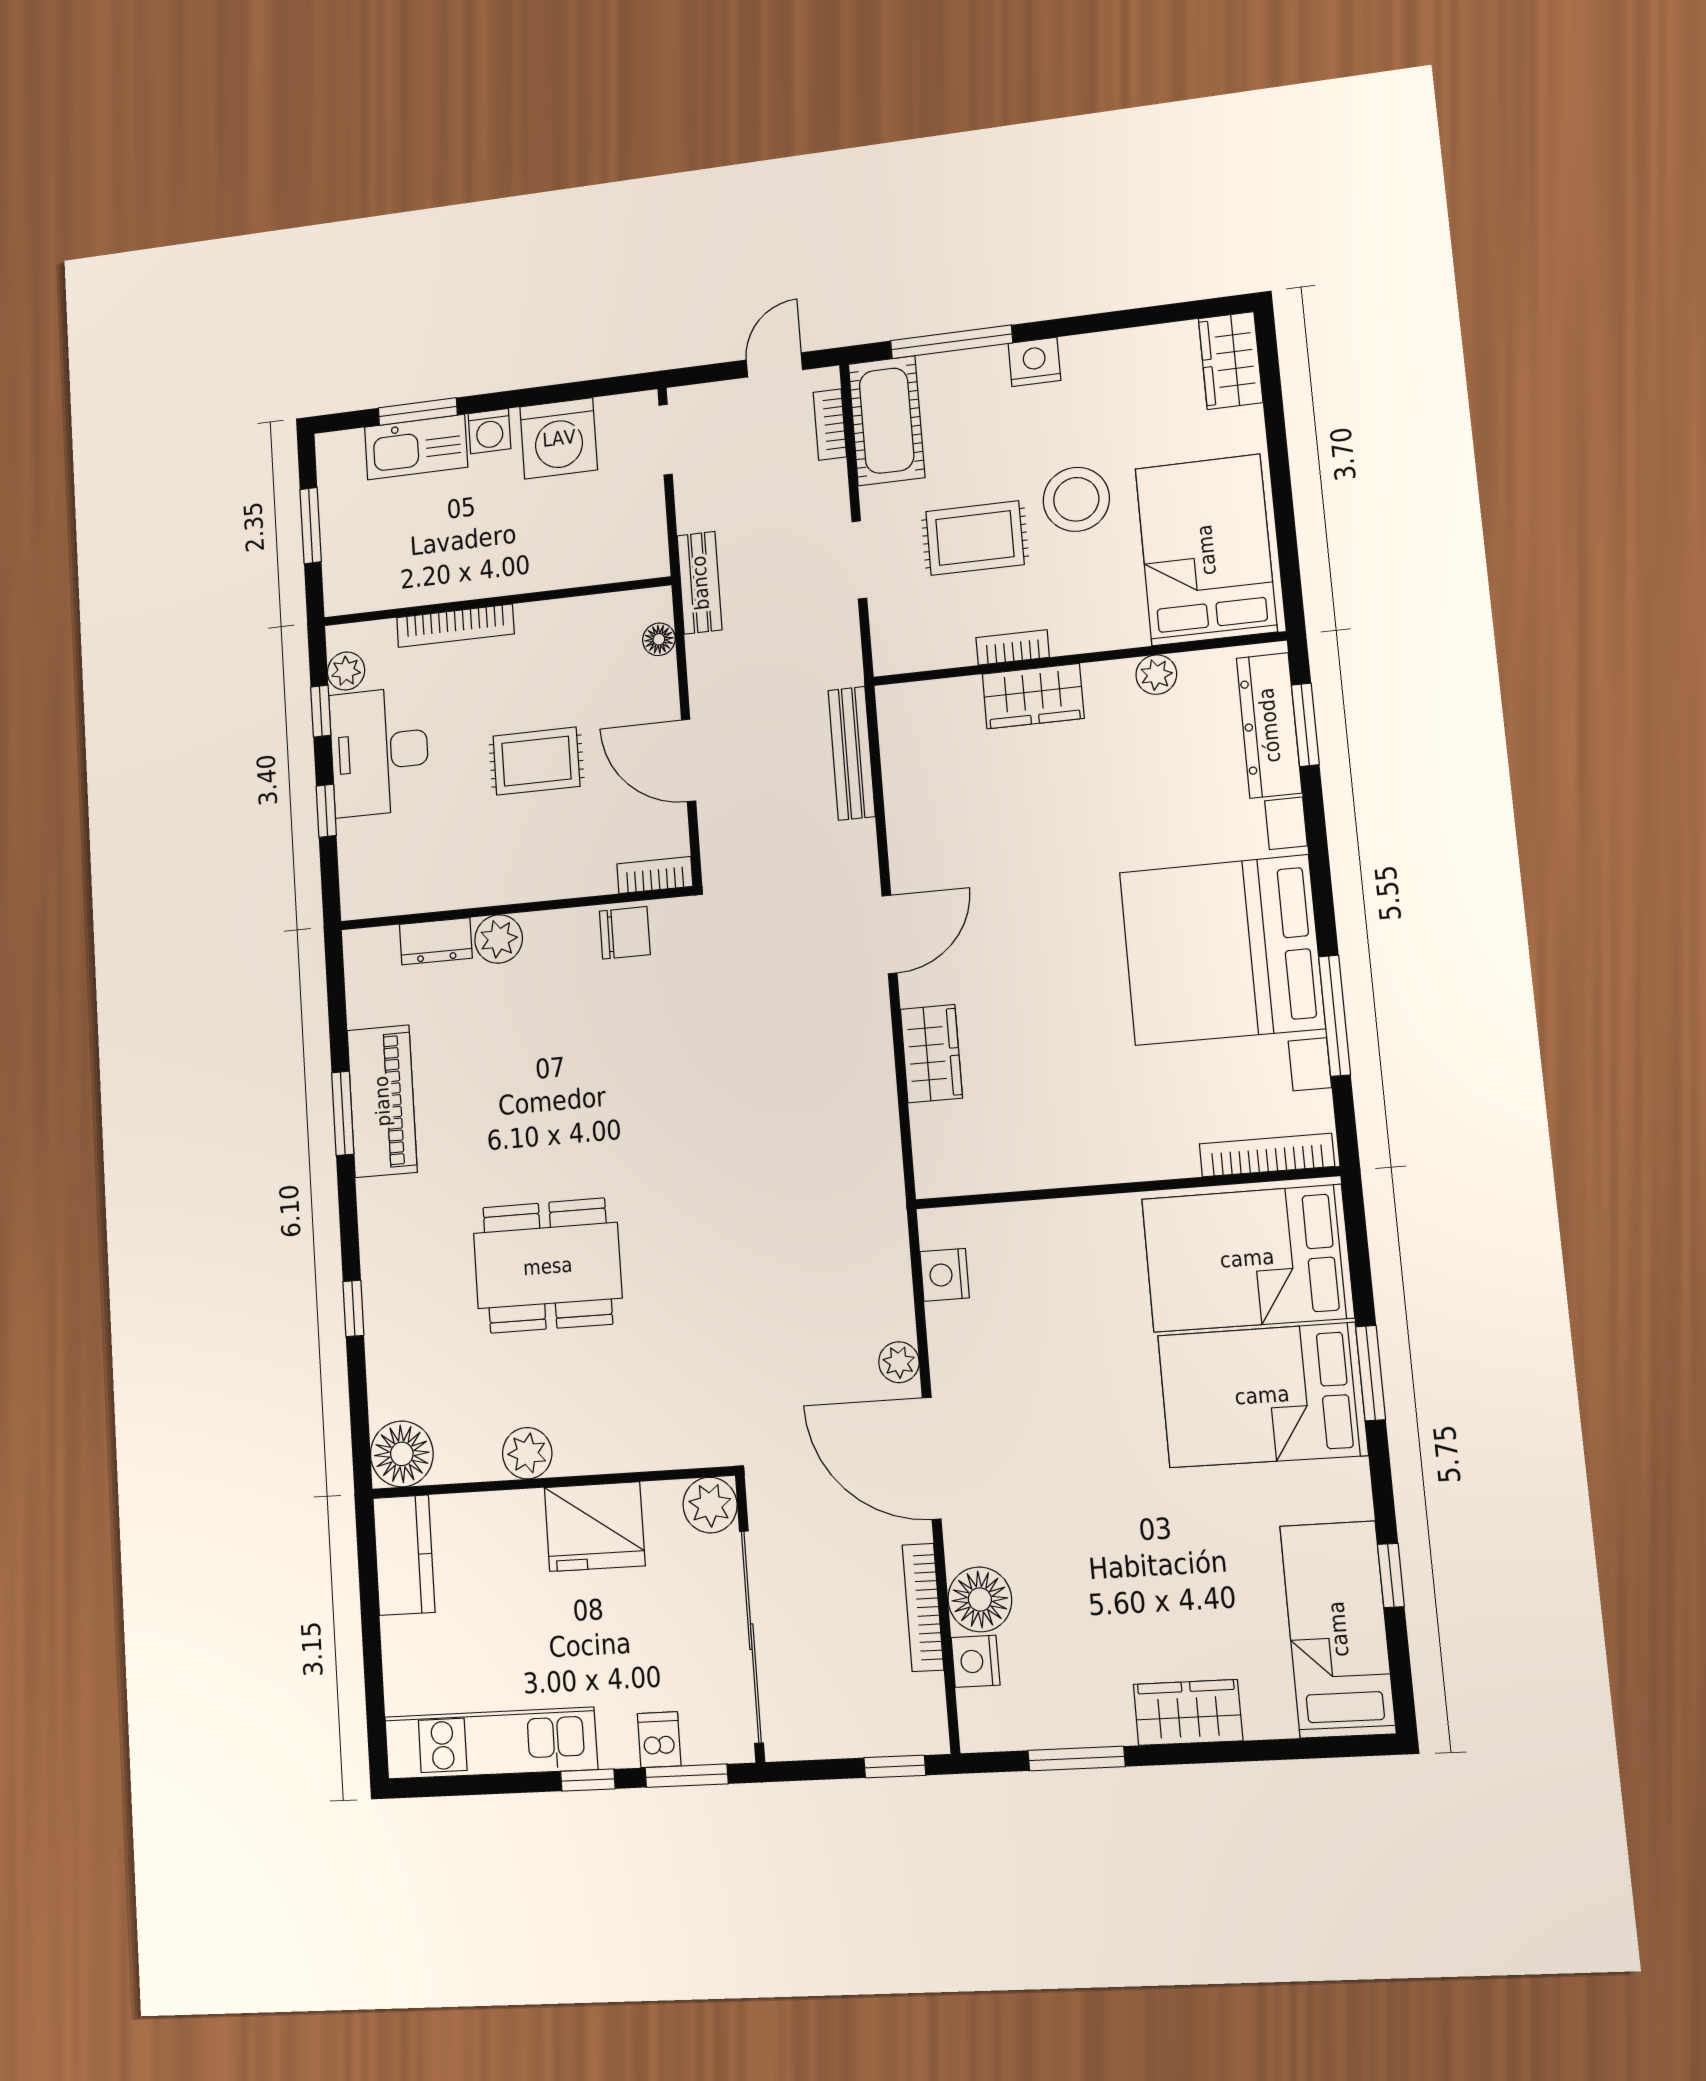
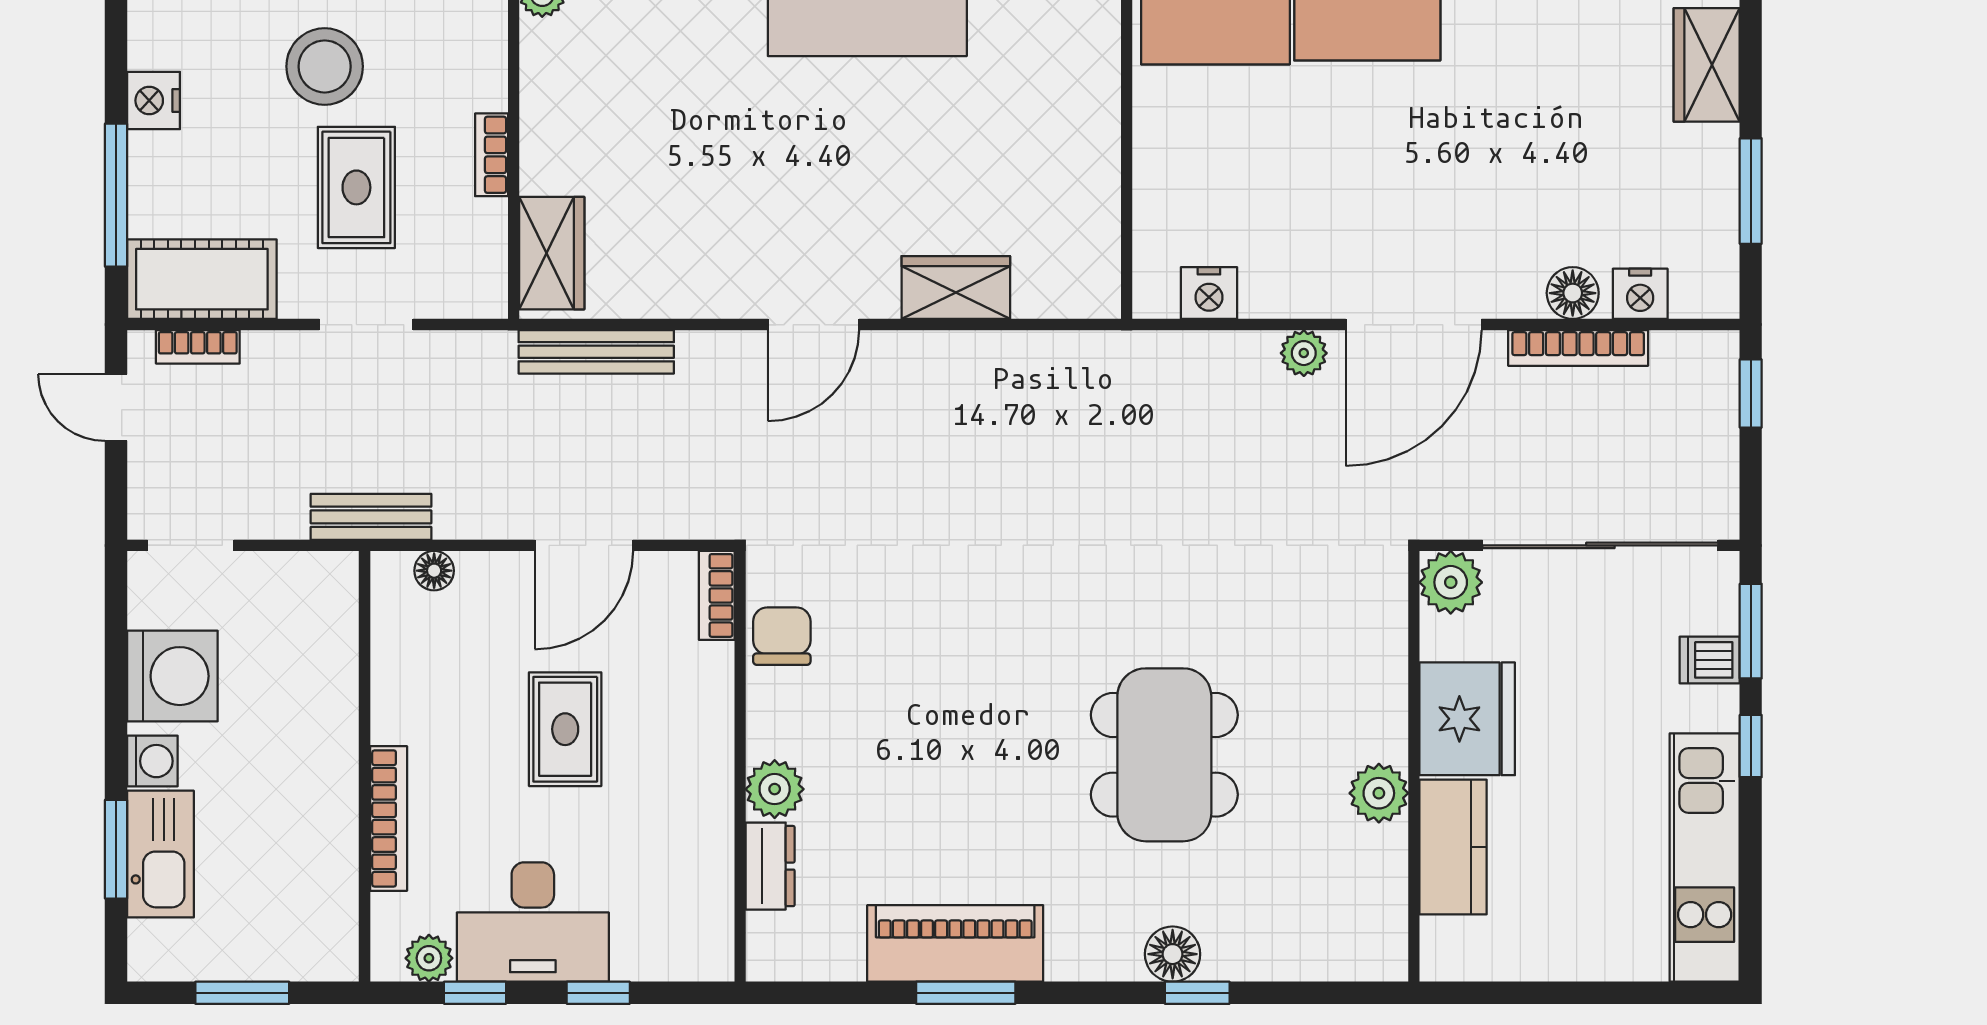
wardrobe: (1033, 696) -> (552, 253), moved
door: (890, 934) -> (814, 325), swing flipped
floor lamp: (402, 1454) -> (1173, 954), moved, width x0.73, depth x0.73
kitchen counter: (404, 1555) -> (1453, 847), moved, turned 90
floor lamp: (980, 1599) -> (1573, 293), width x0.73, depth x0.73

